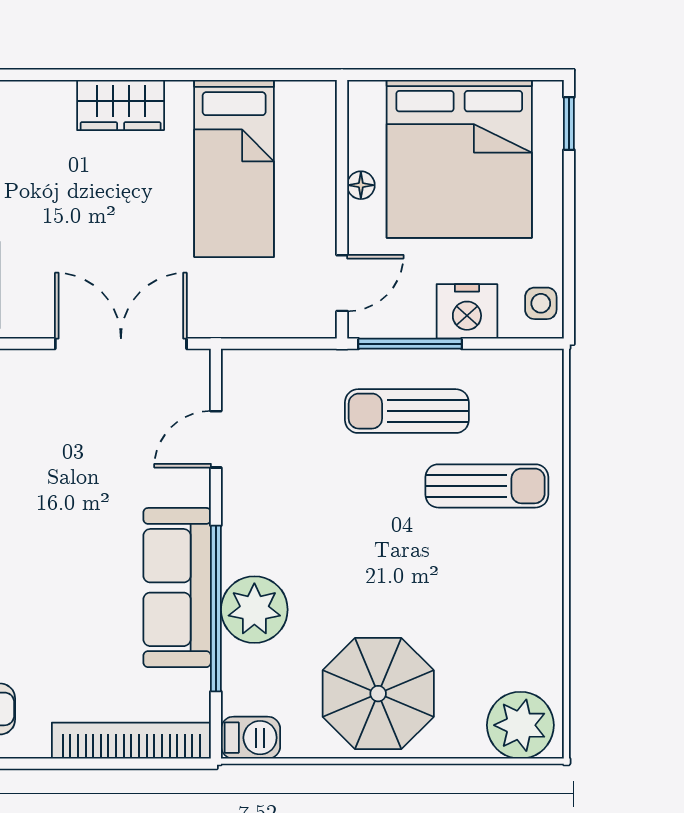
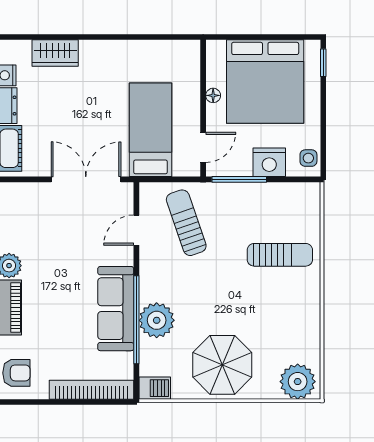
wardrobe: (121, 105) -> (55, 53), moved
bed: (234, 168) -> (151, 130), moved, turned 180
sun lounger: (407, 411) -> (186, 223), moved, turned 71

